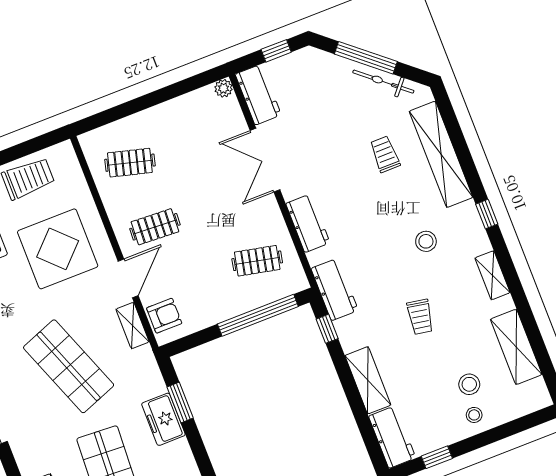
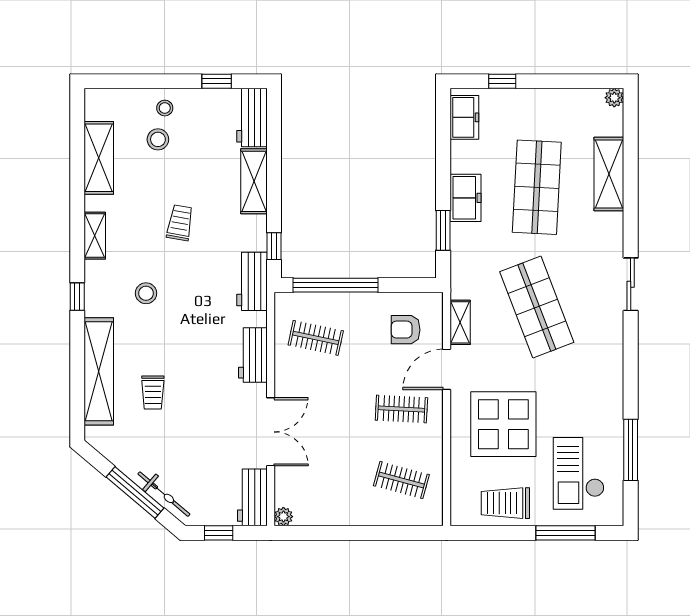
bicycle: (383, 82) -> (164, 494), moved
armchair: (164, 316) -> (406, 330), moved
freezer: (163, 419) -> (465, 198), moved

